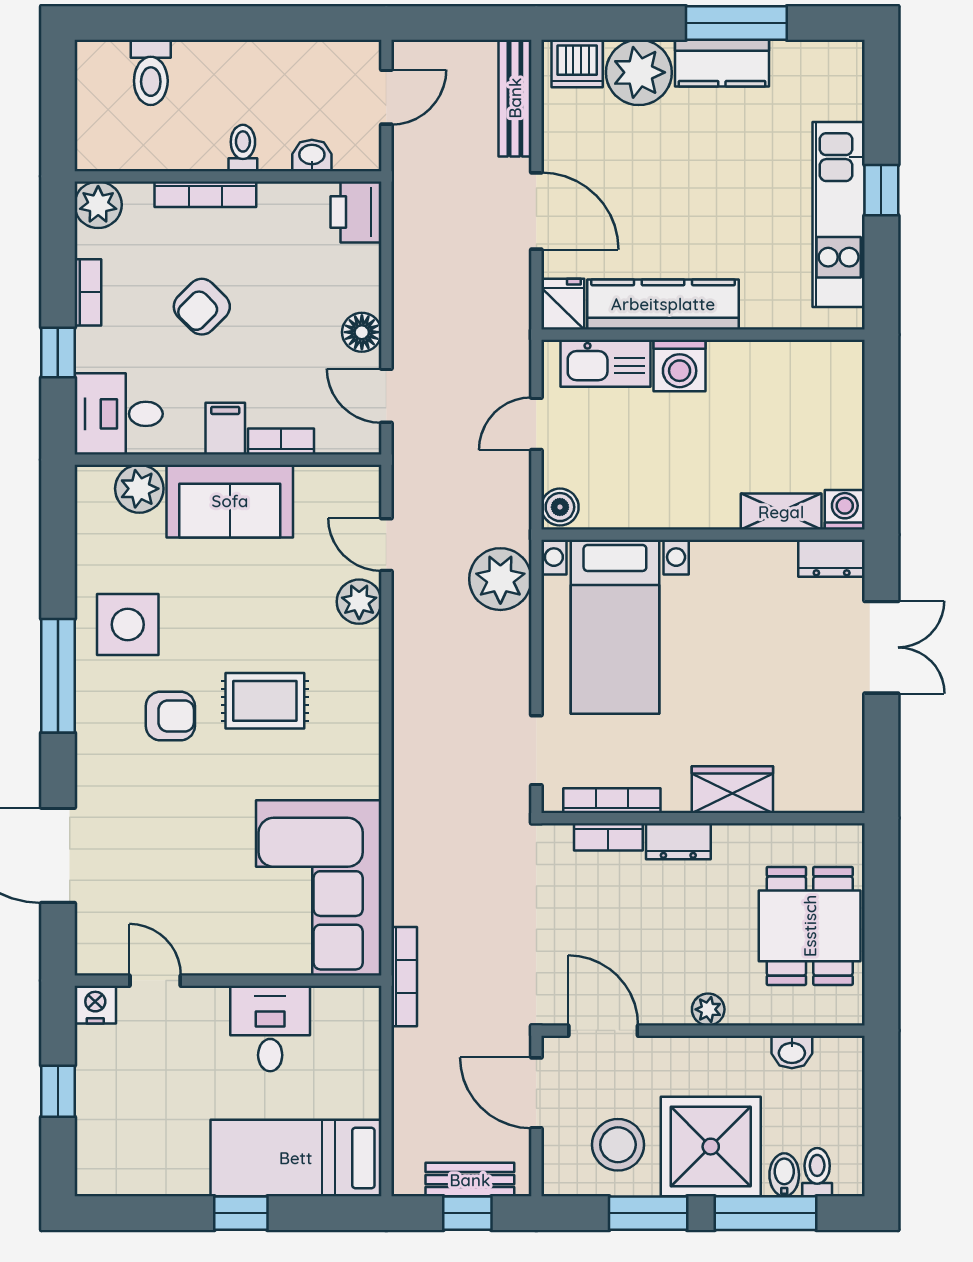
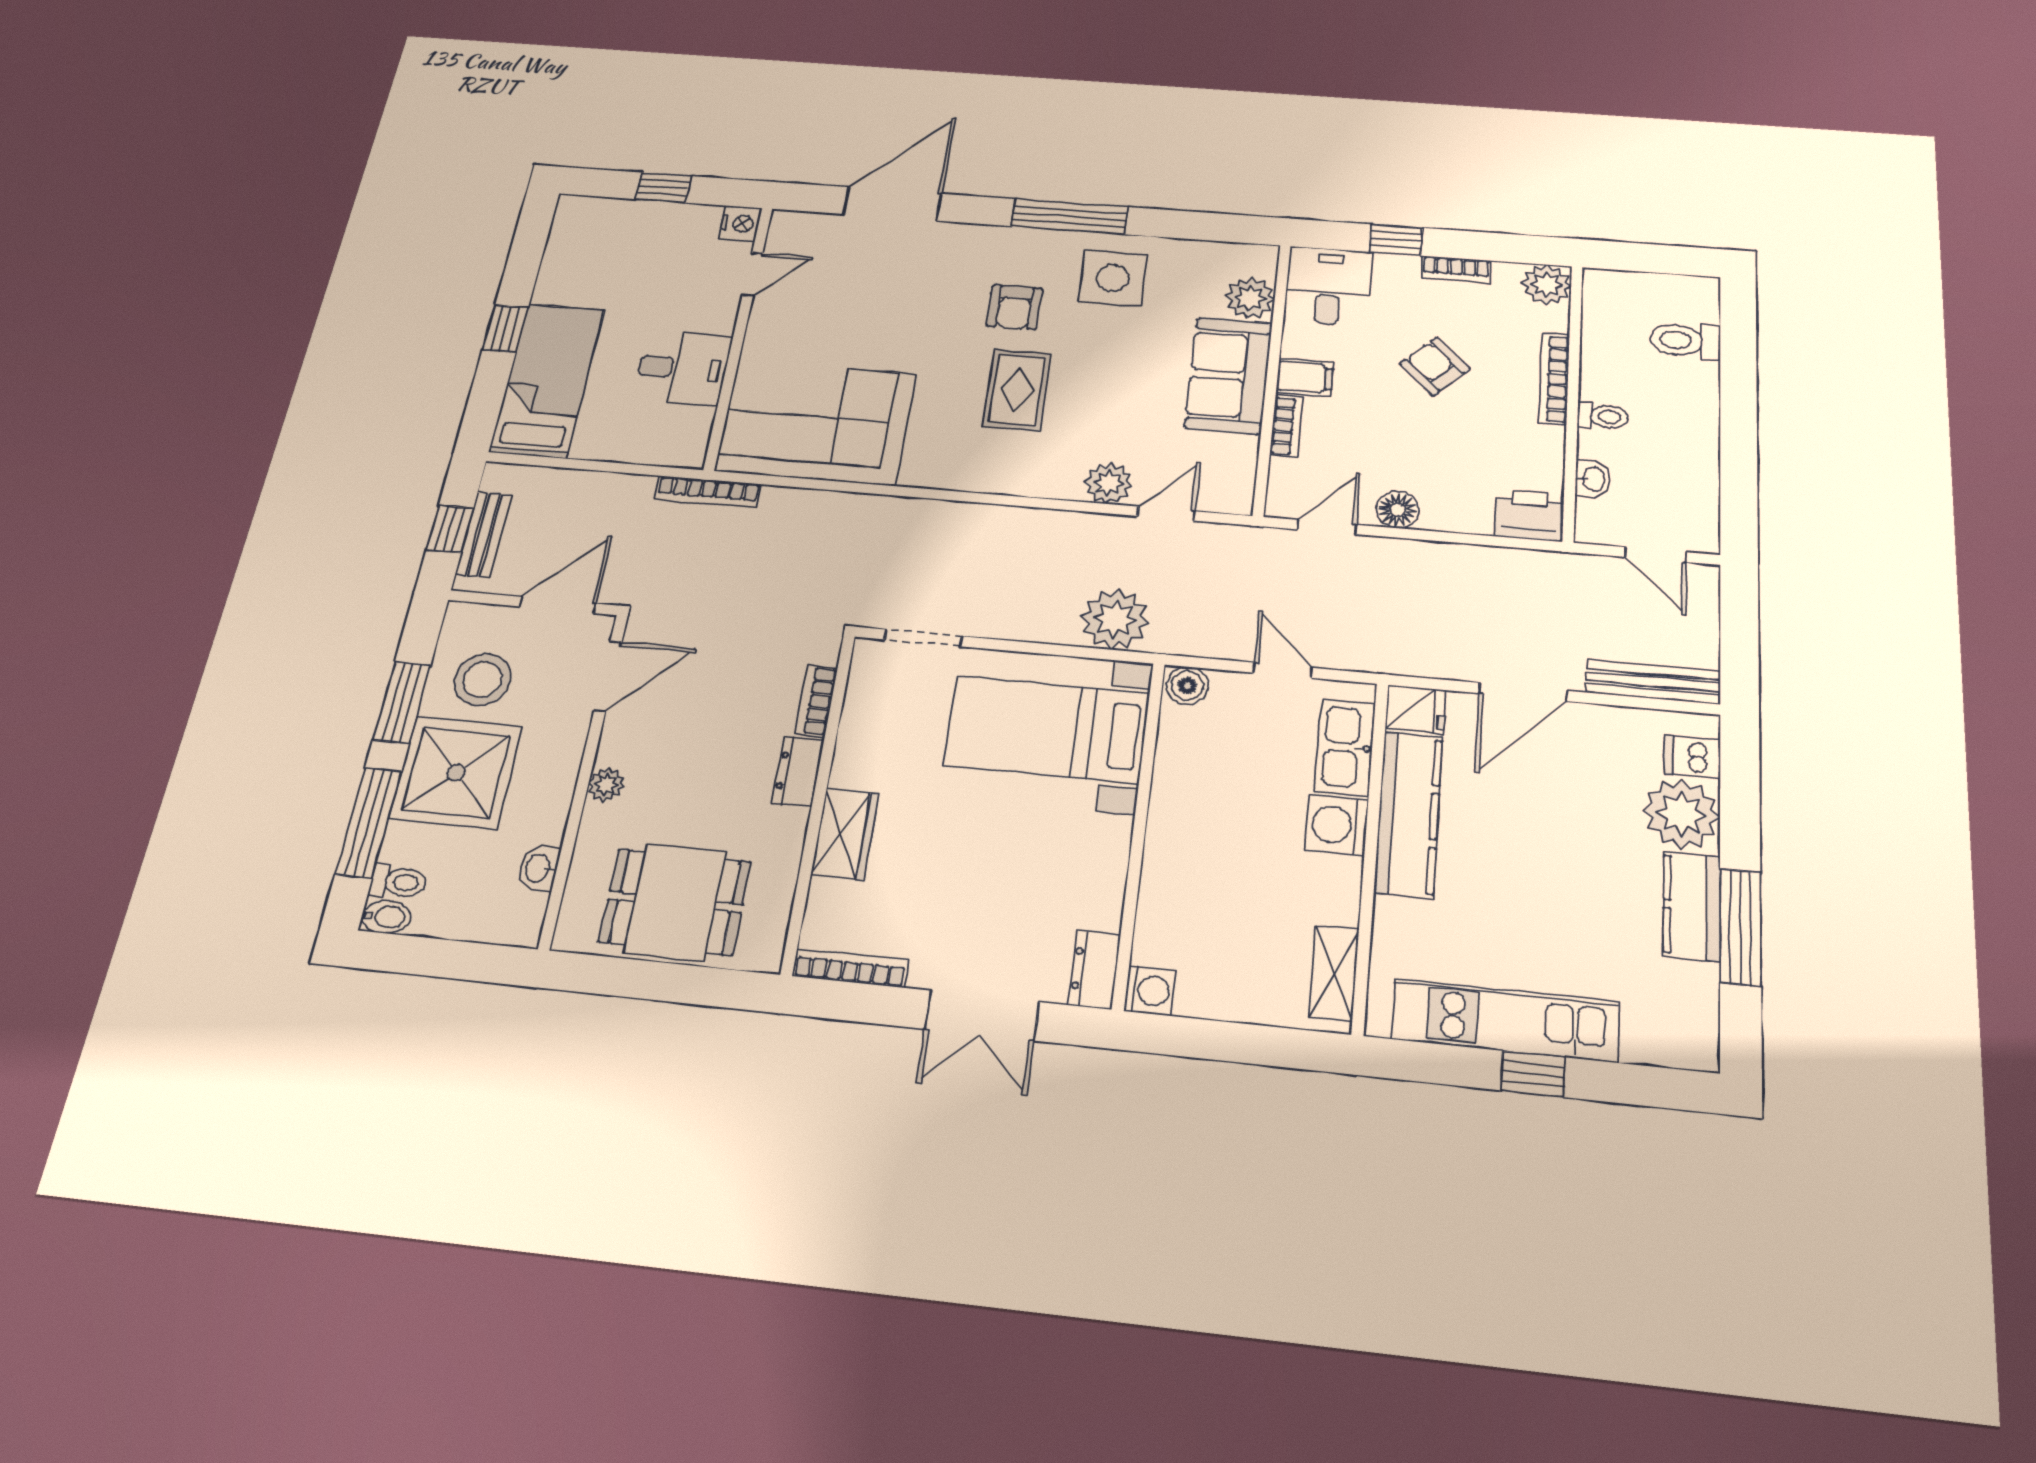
dishwasher: (577, 64) -> (1692, 757), width x0.73
shelving: (781, 512) -> (1334, 973), moved
bookcase: (612, 801) -> (850, 968), moved, turned -90
bidet: (784, 1175) -> (386, 917), moved

